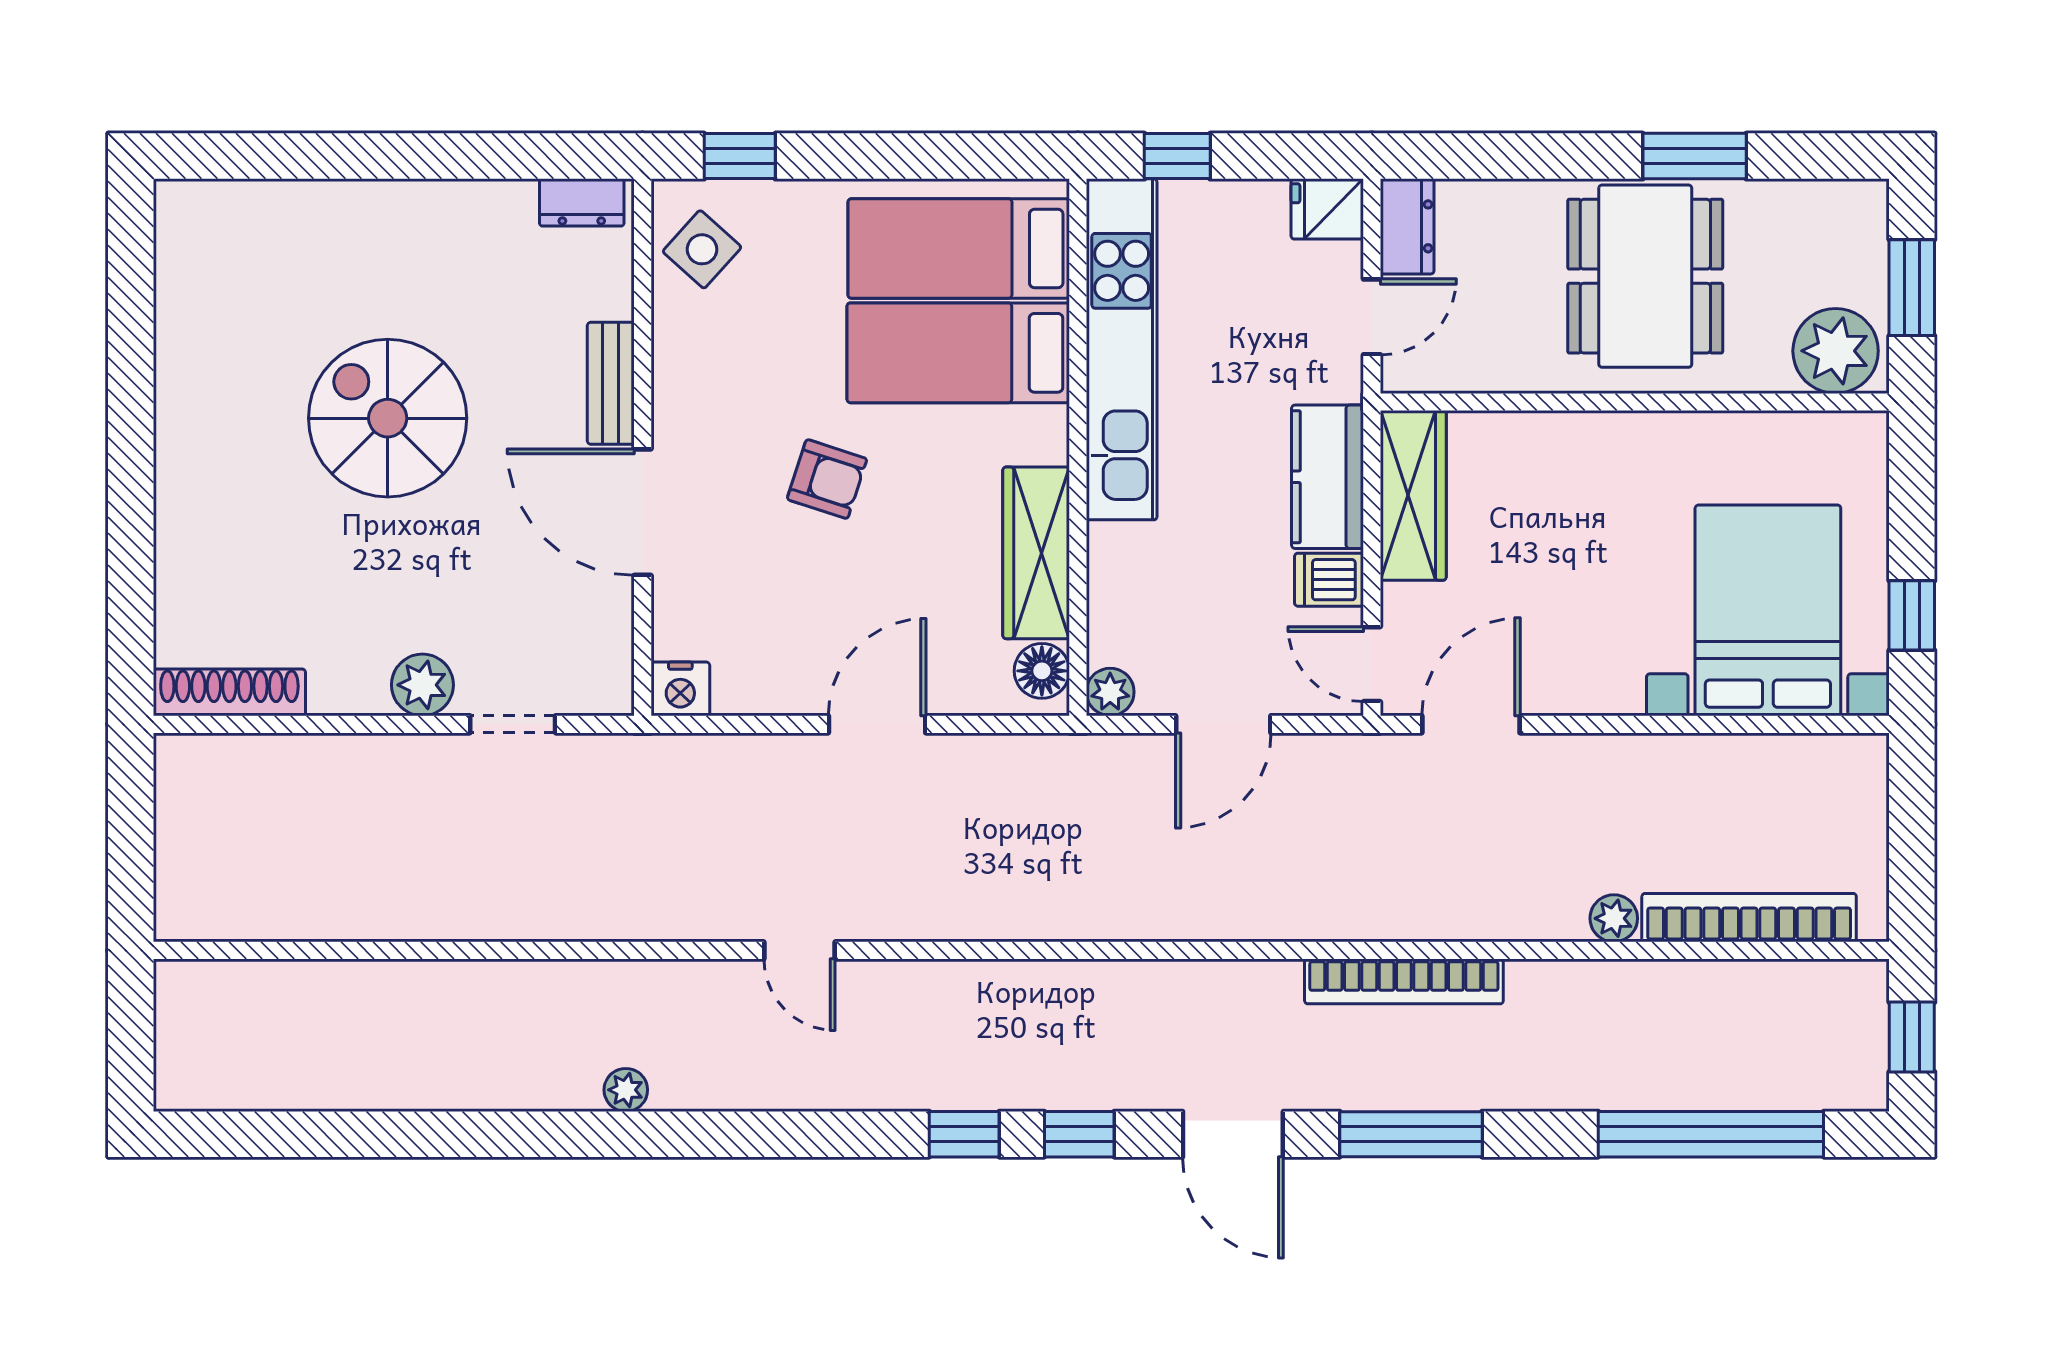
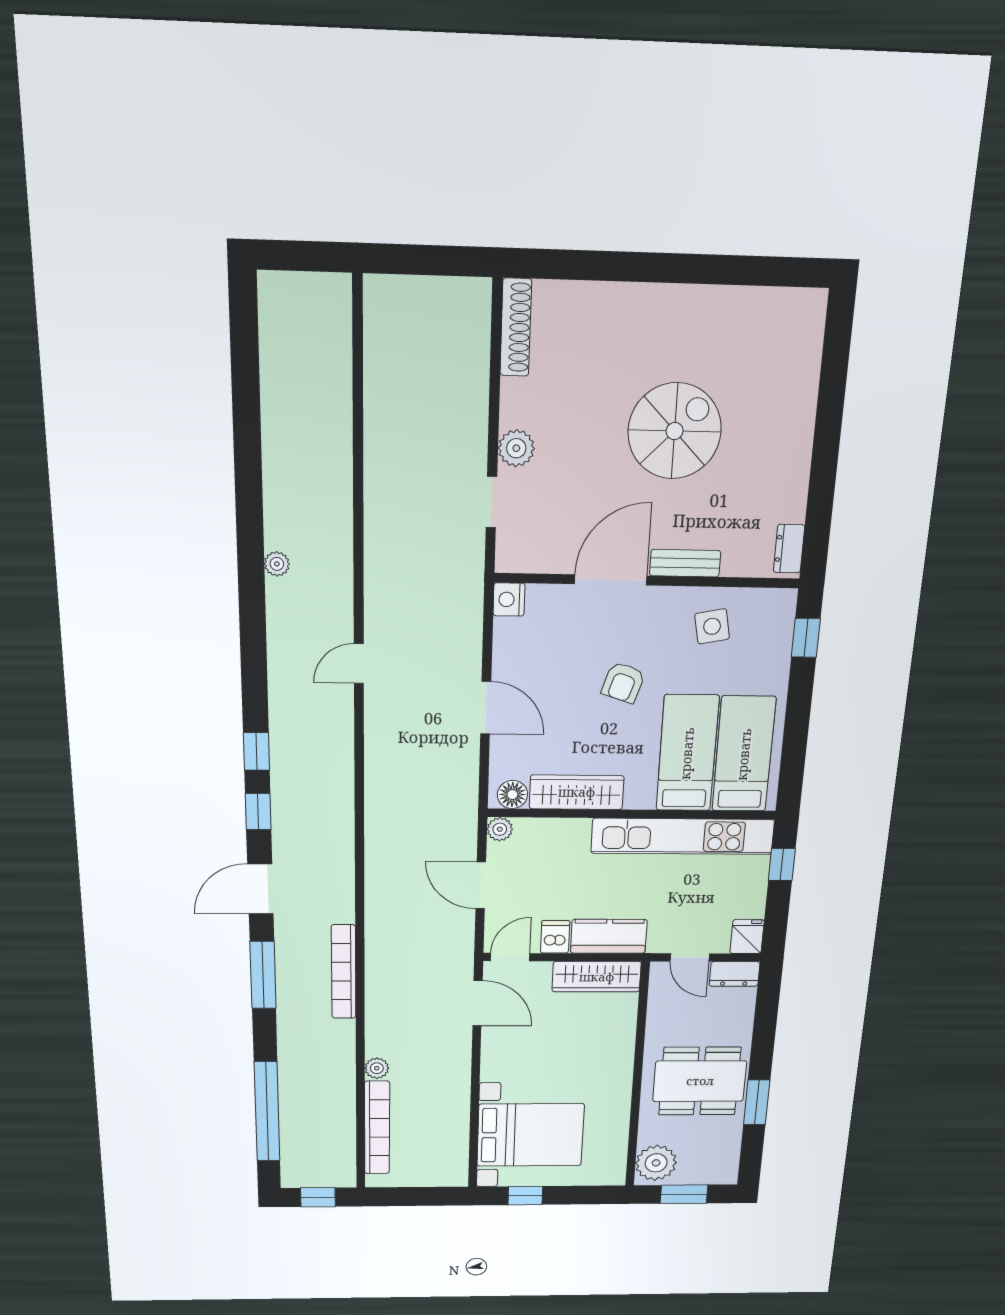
side table: (702, 249) -> (712, 626), moved, turned 37

